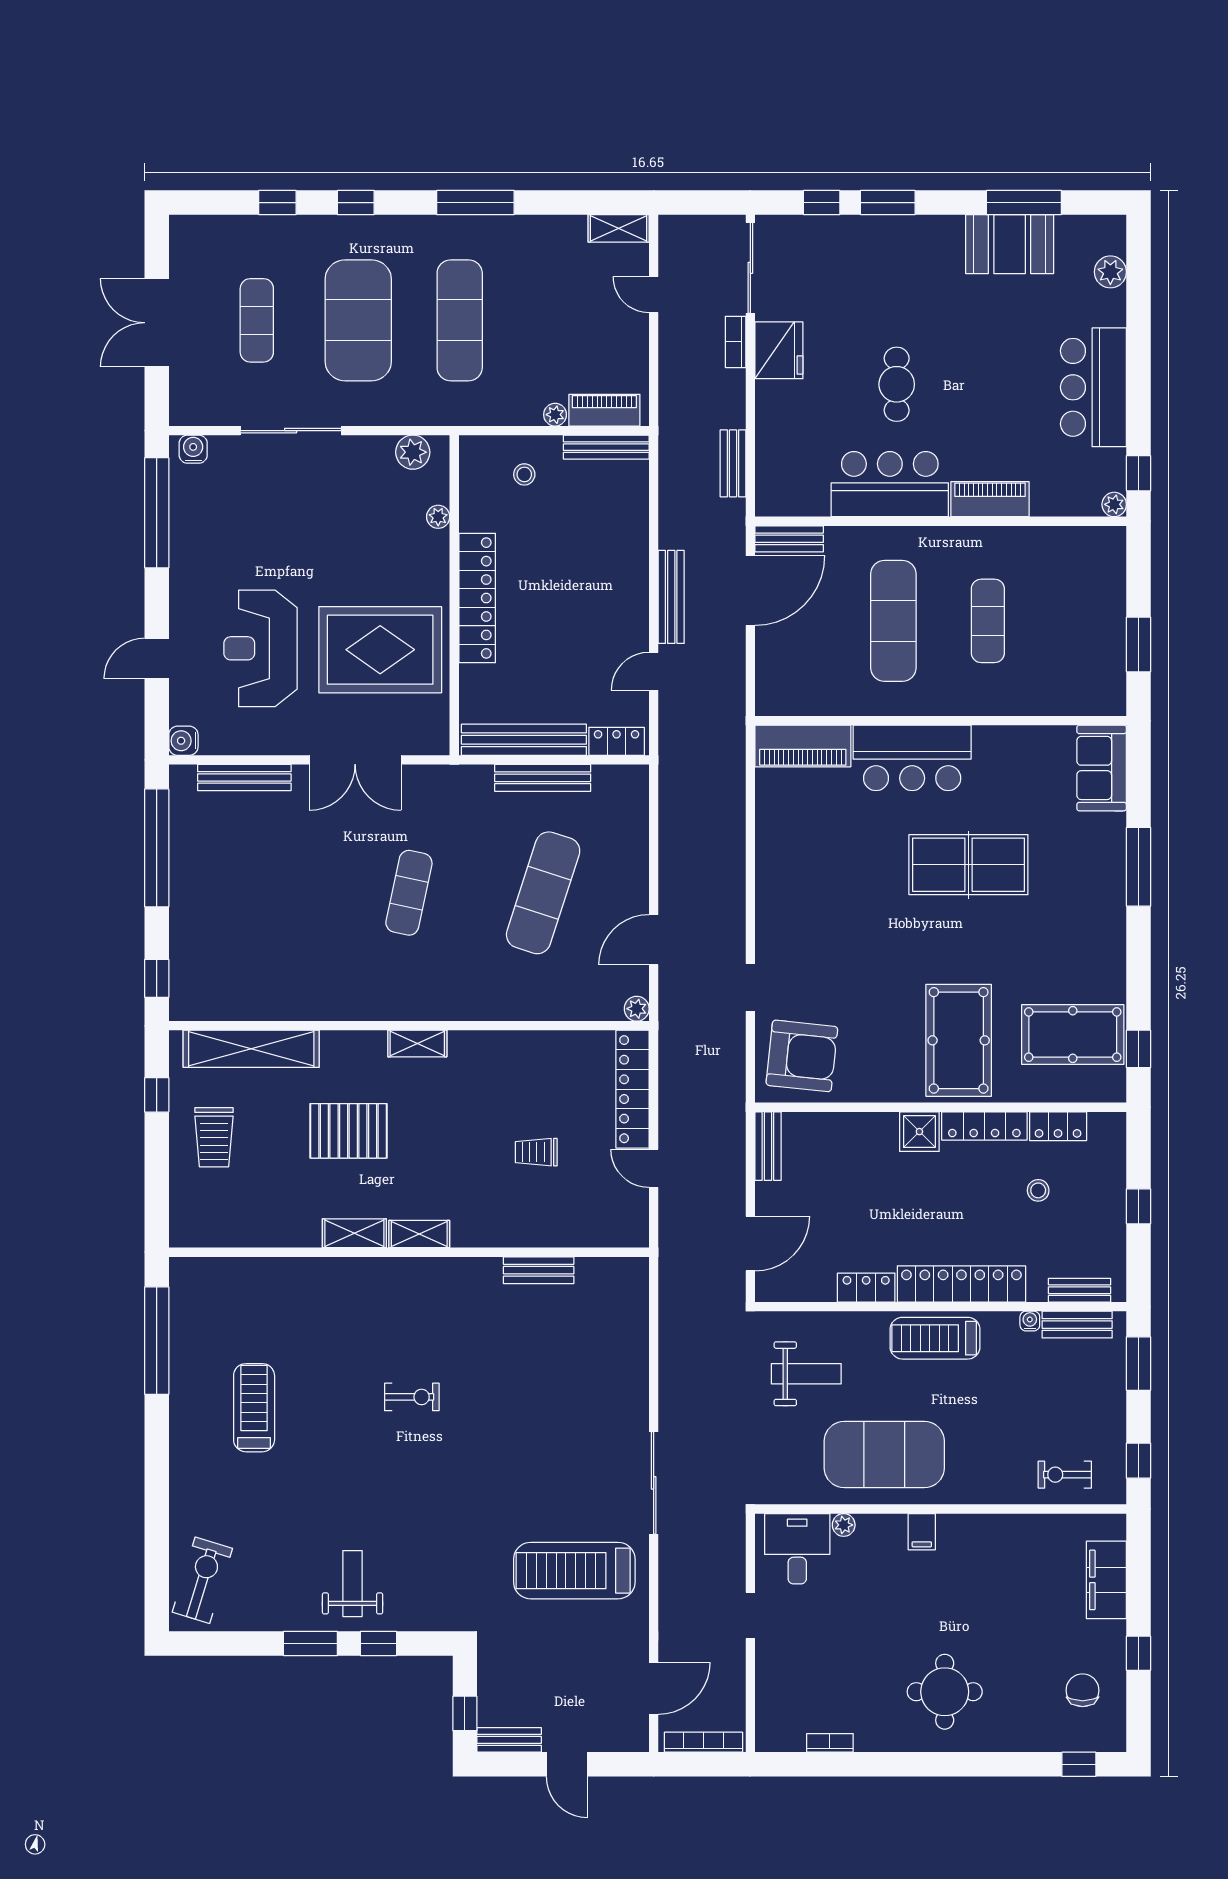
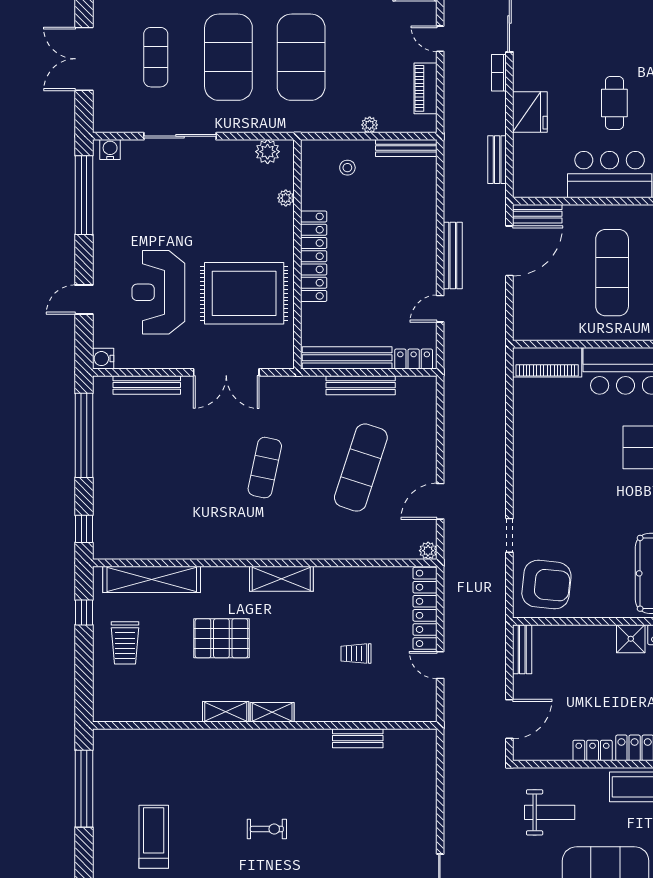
exercise mat: (460, 320) -> (301, 57), width x1.47
fridge: (779, 350) -> (530, 112), moved
piano: (604, 410) -> (426, 88), moved, turned -90
shelving: (417, 1043) -> (281, 579), width x1.50, depth x1.33

